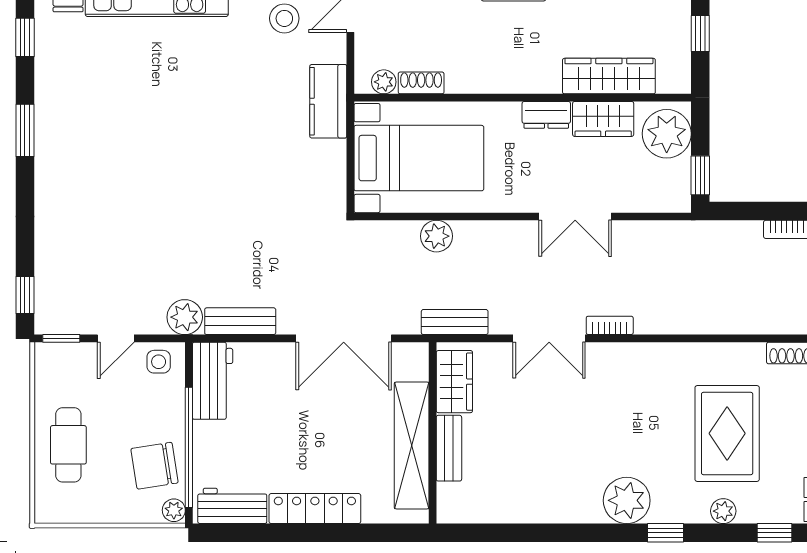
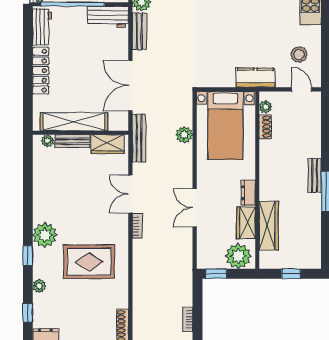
bench: (455, 322) -> (139, 138), width x1.36
rug: (727, 433) -> (89, 262), moved
plant: (448, 495) -> (48, 141), added

